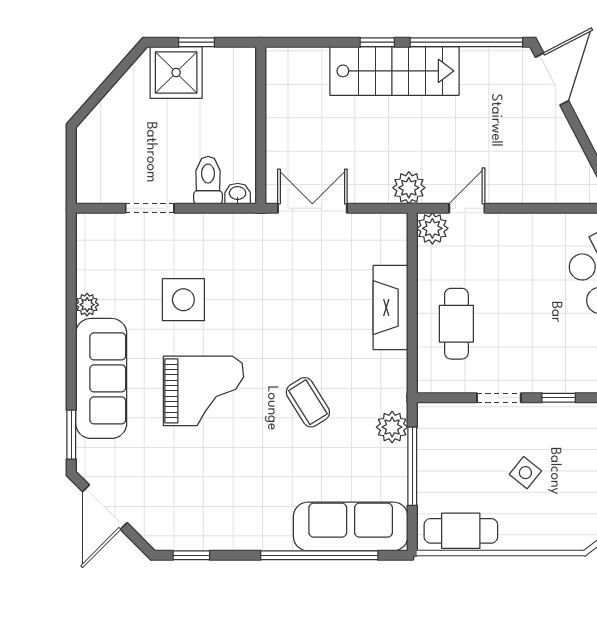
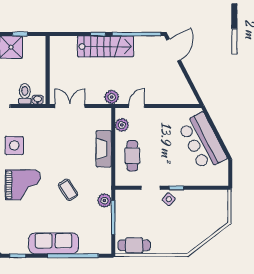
plant: (432, 228) -> (122, 125), moved
side table: (525, 473) -> (169, 199), moved
sofa: (351, 526) -> (54, 243), moved

